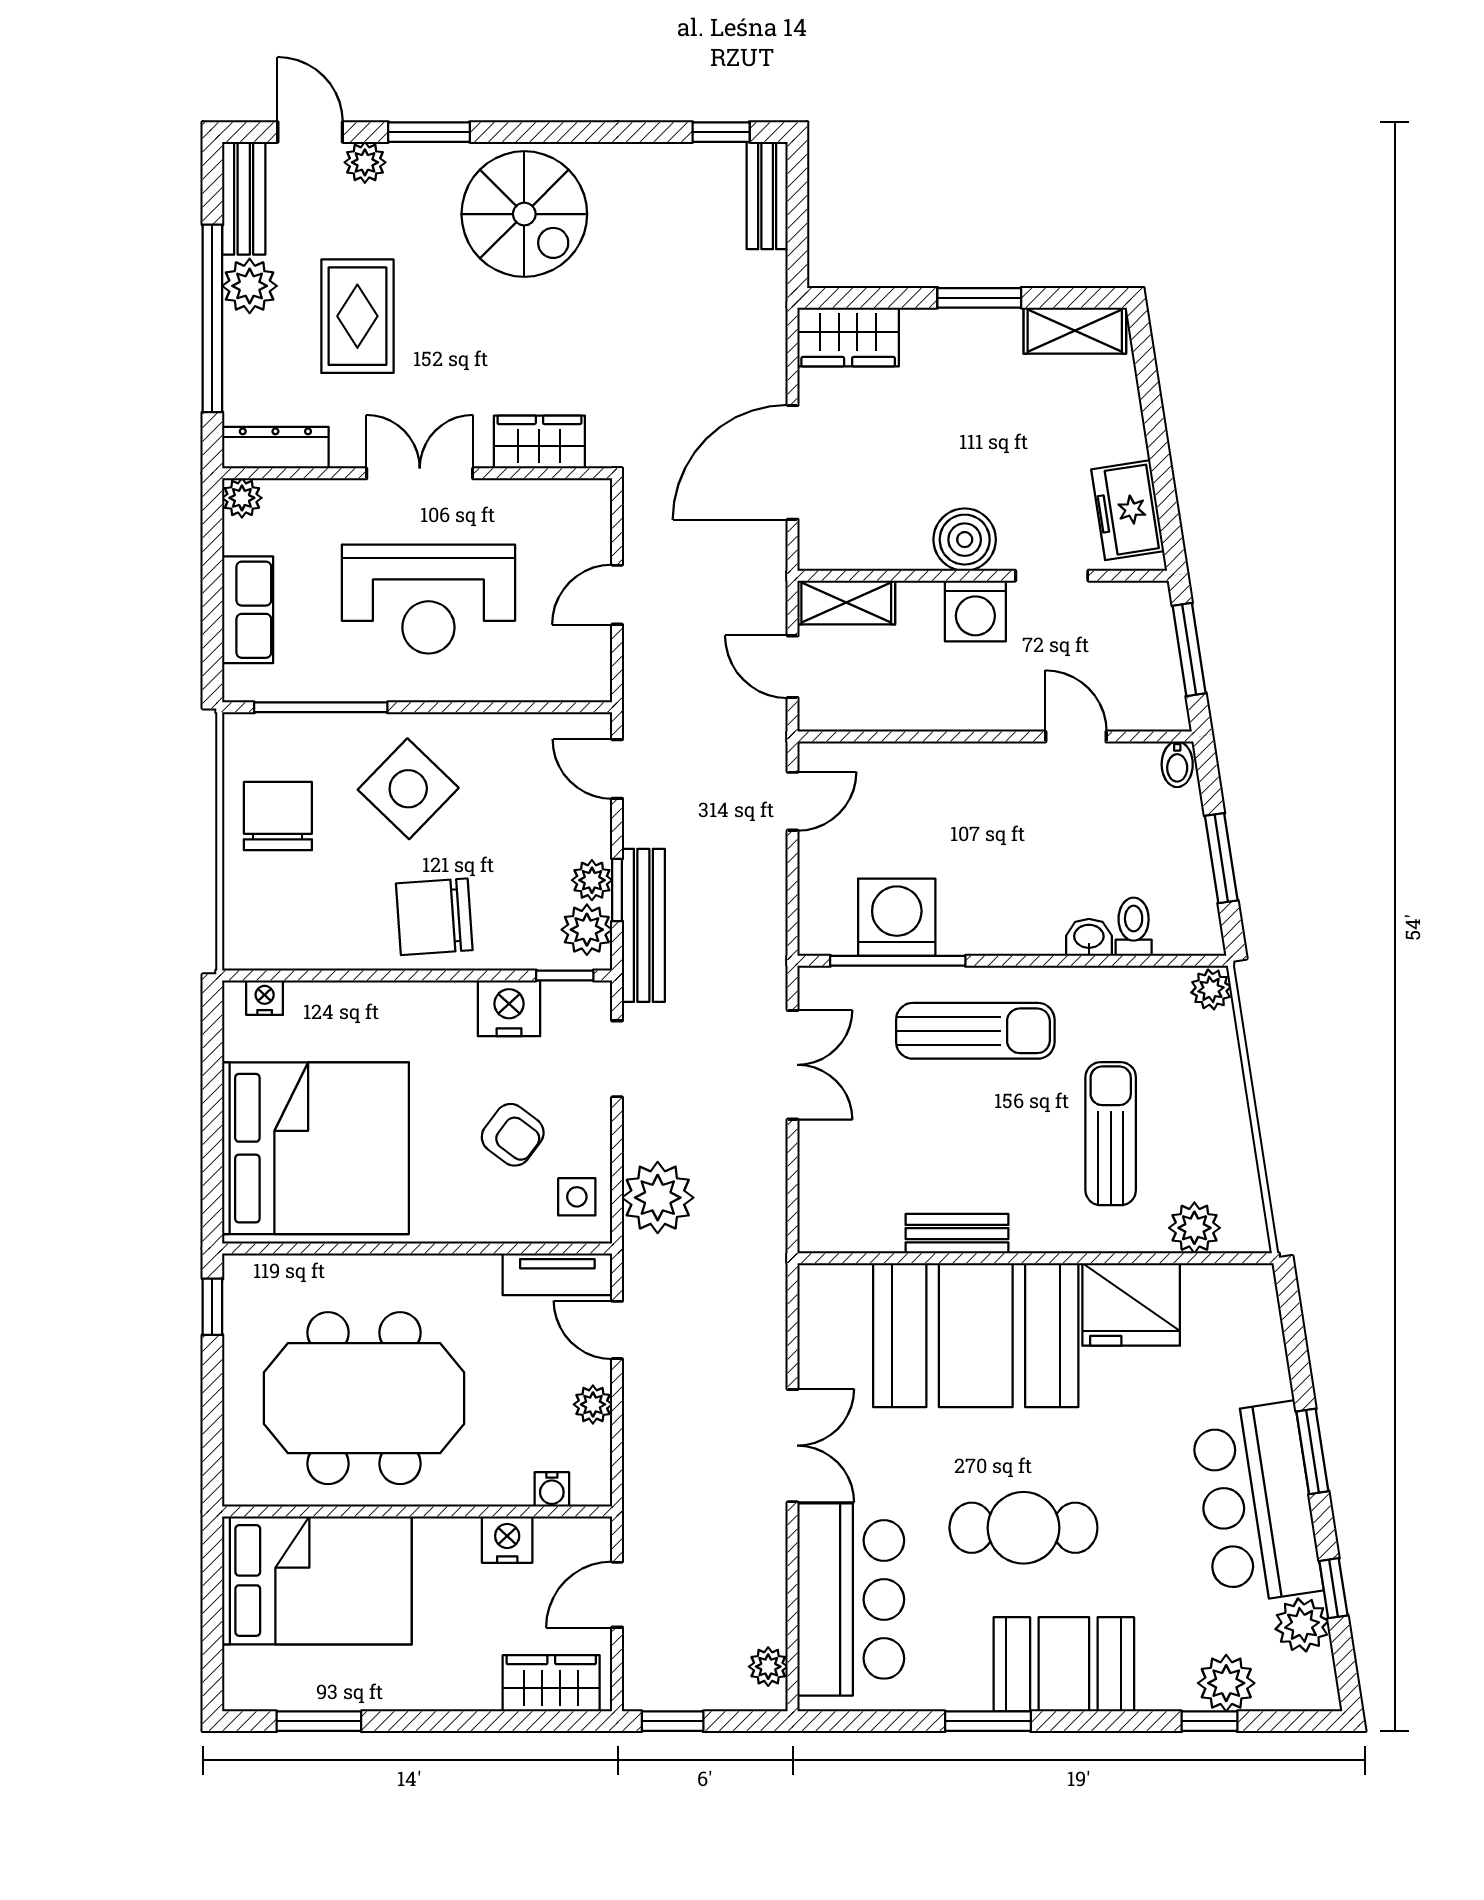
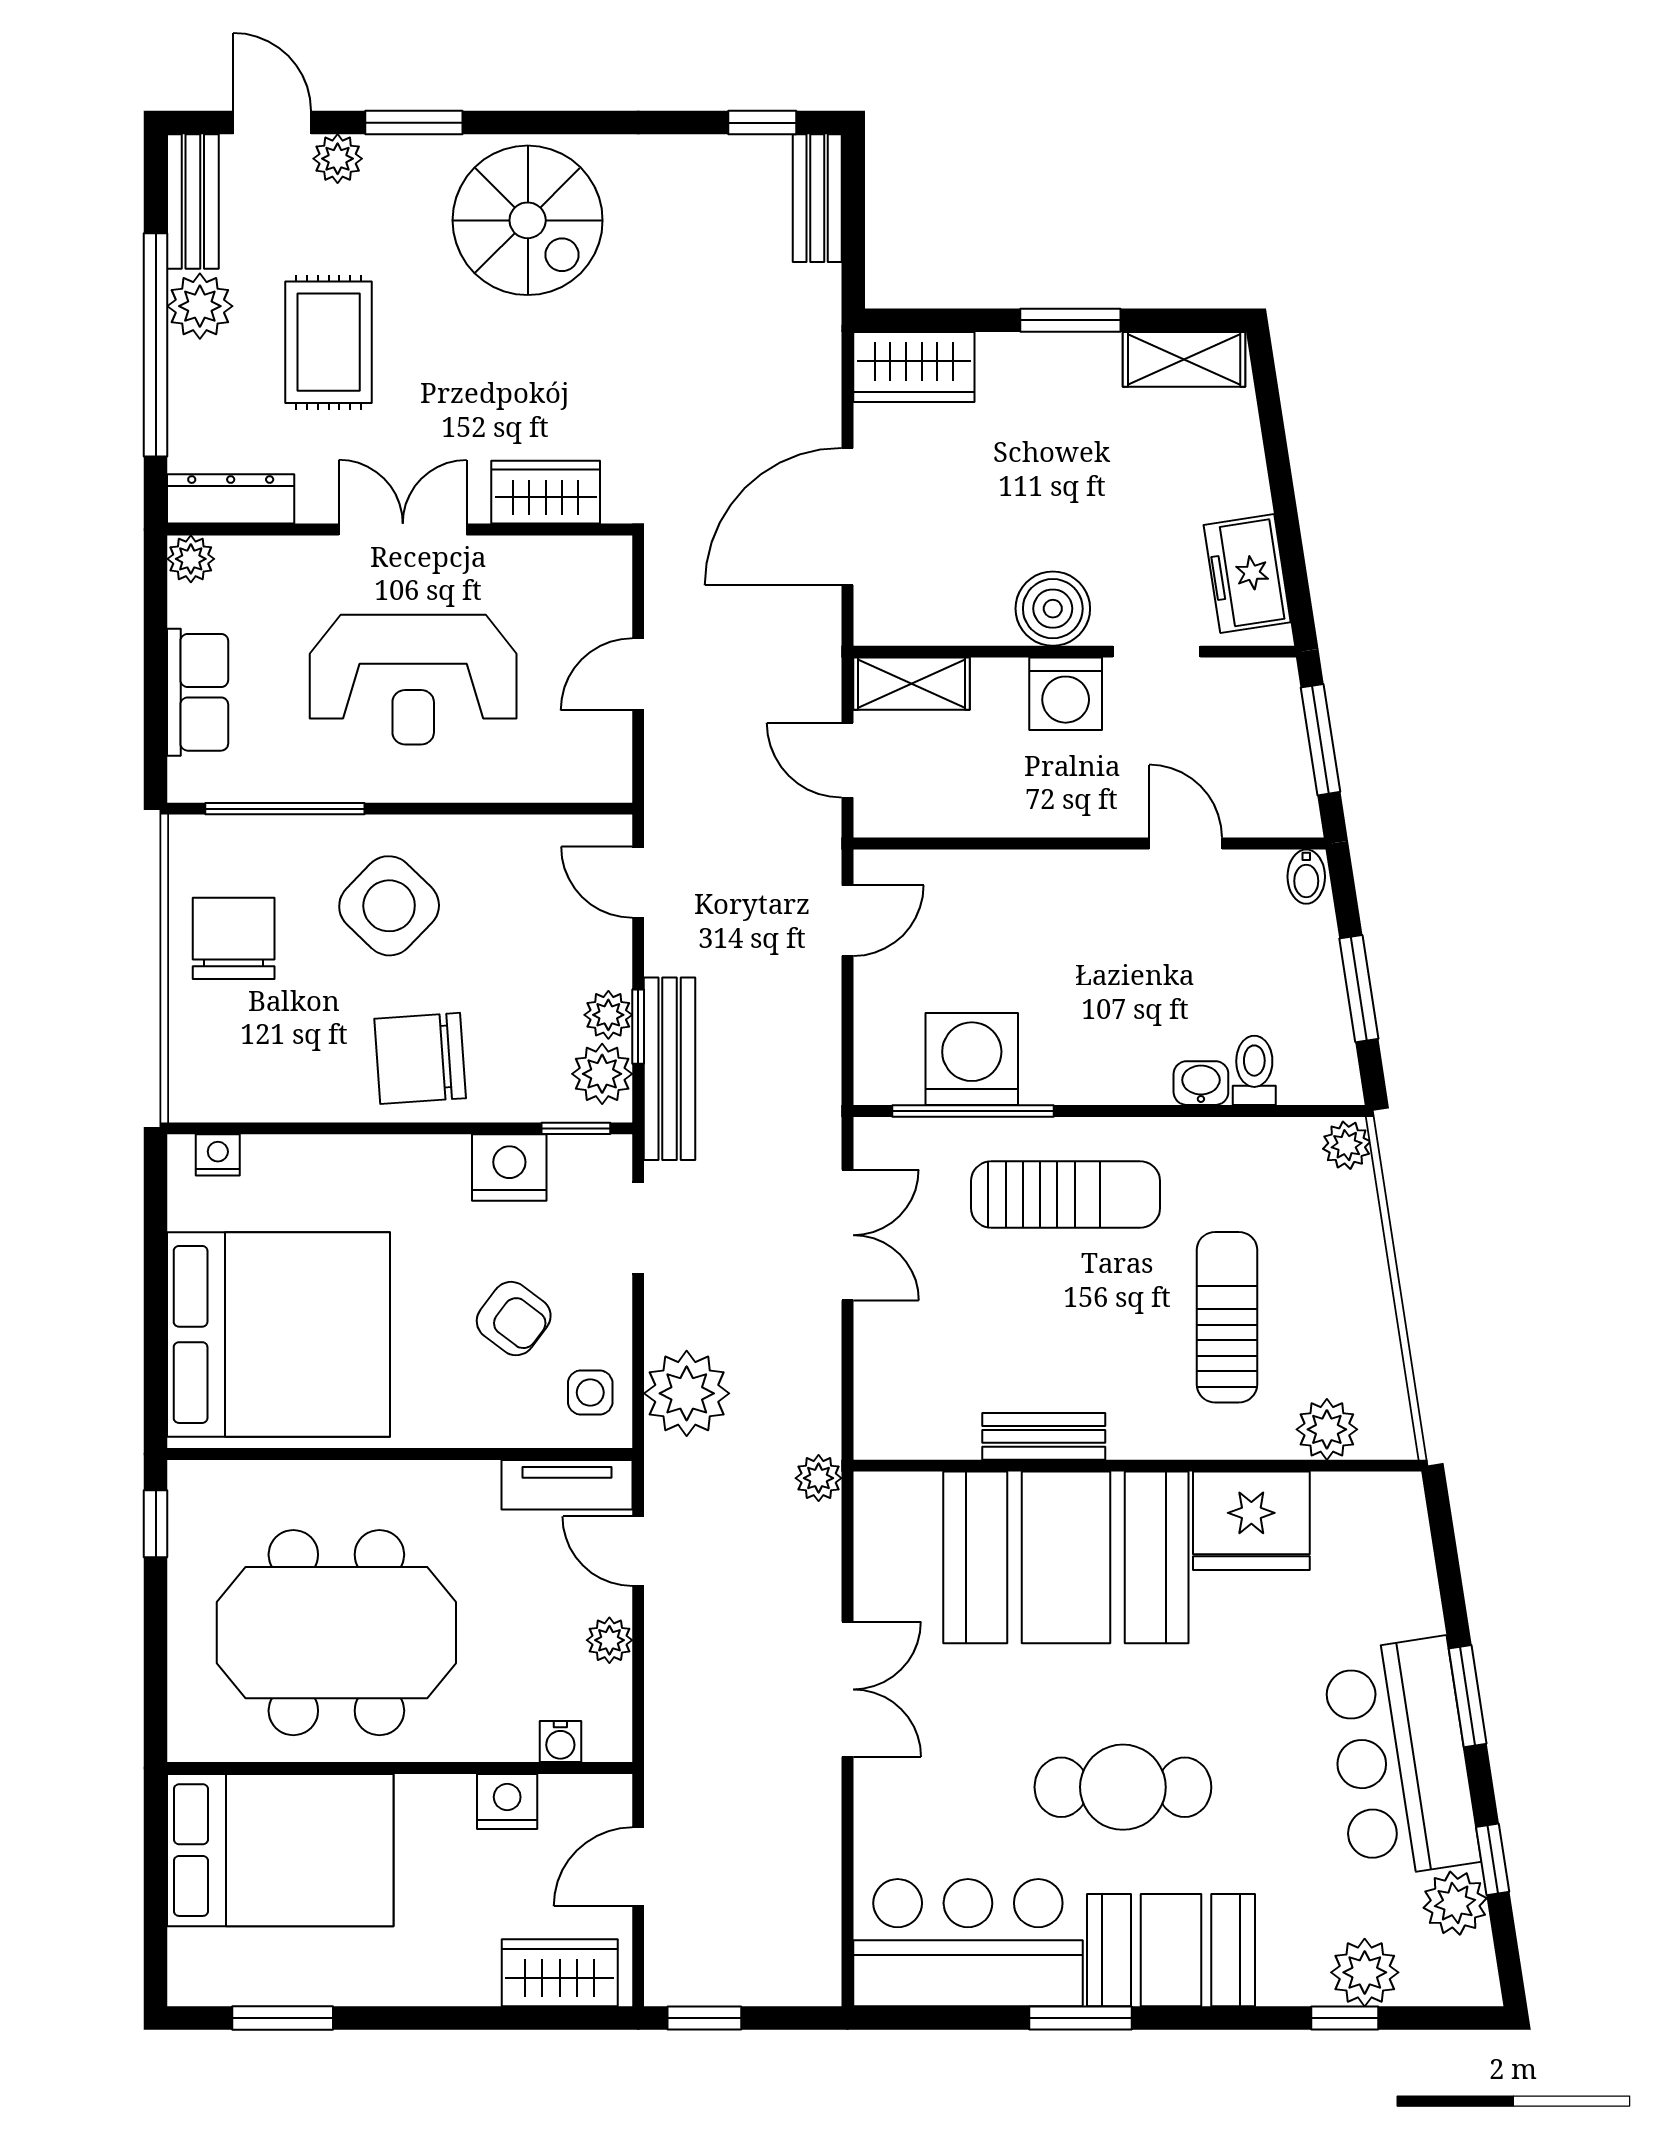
bar counter: (851, 1599) -> (968, 1943), moved, turned -90
plant: (768, 1667) -> (819, 1478), moved

